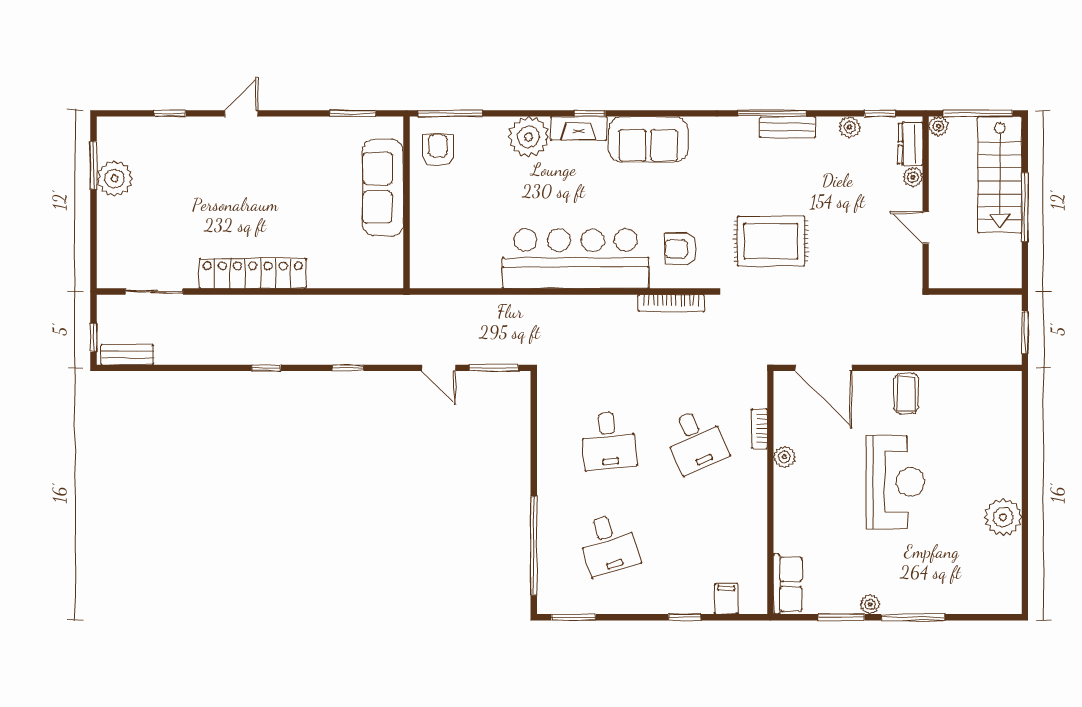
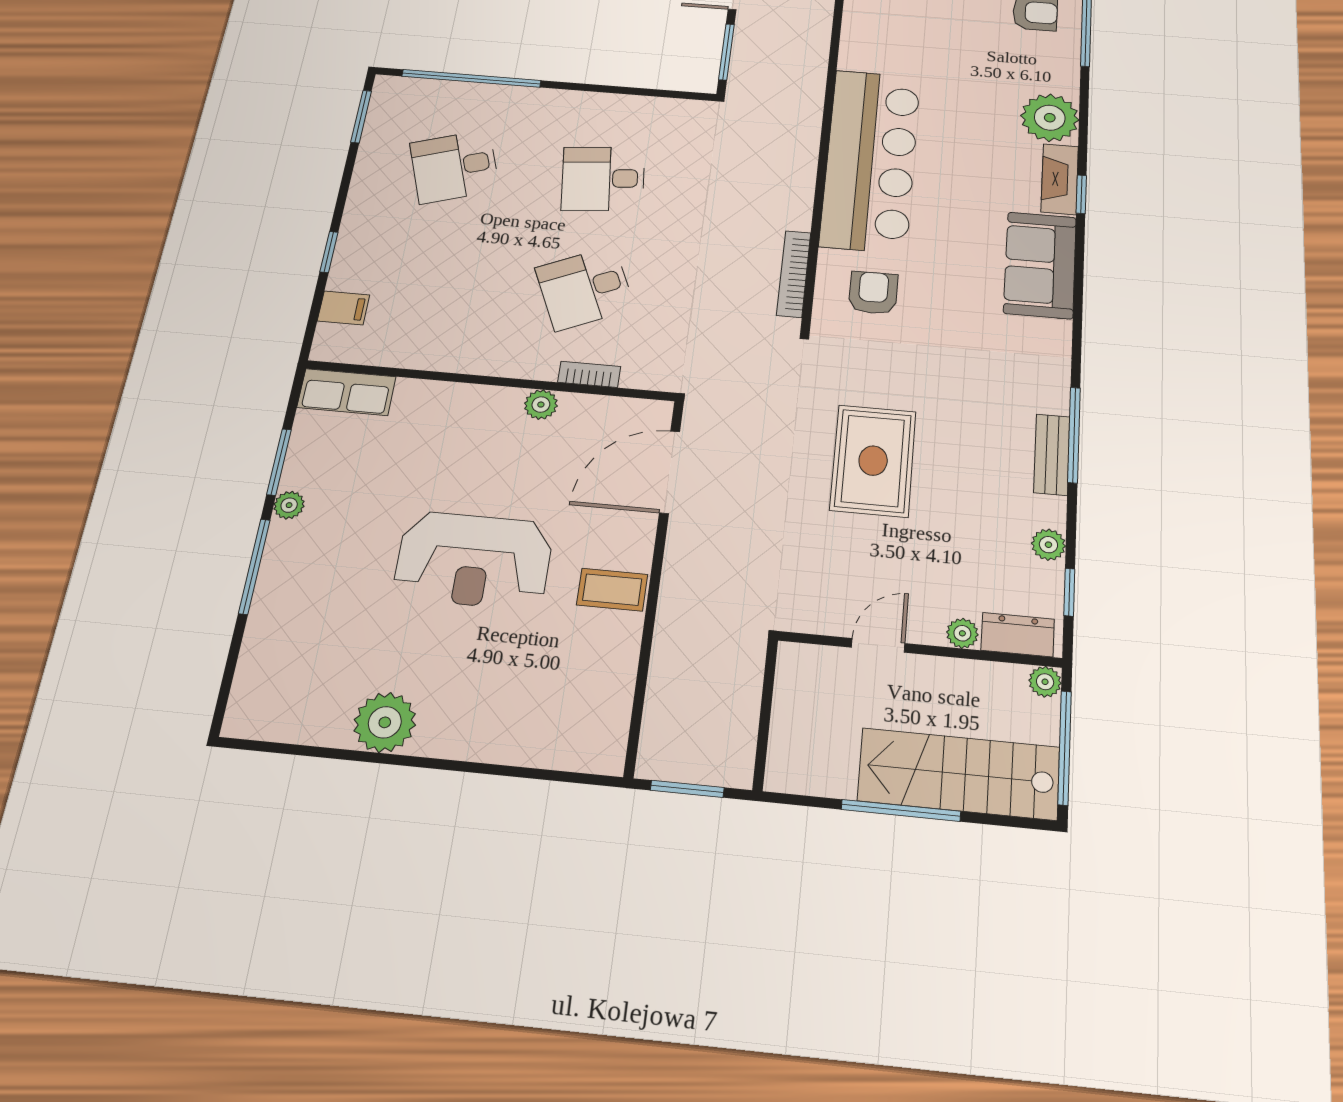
rug: (771, 241) -> (873, 461), moved

